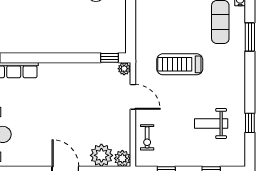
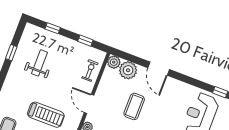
coffee table: (78, 115) -> (134, 106), added
weight bench: (211, 124) -> (40, 63), turned -90

